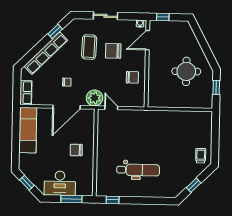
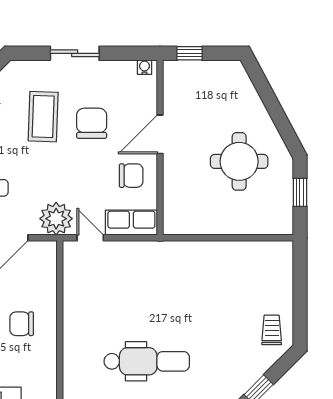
door: (148, 40) -> (160, 134), moved
chair: (113, 51) -> (92, 123), turned 90
row of seats: (132, 101) -> (131, 223), added

